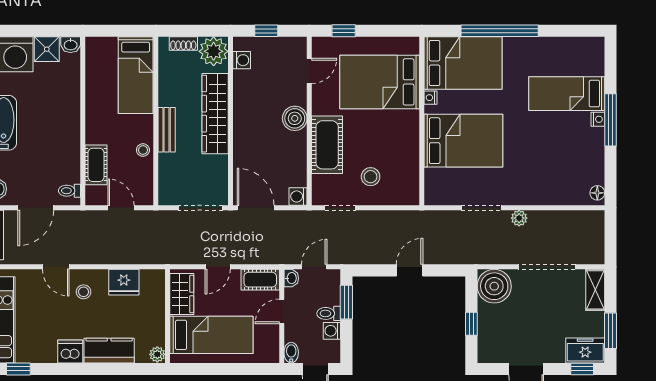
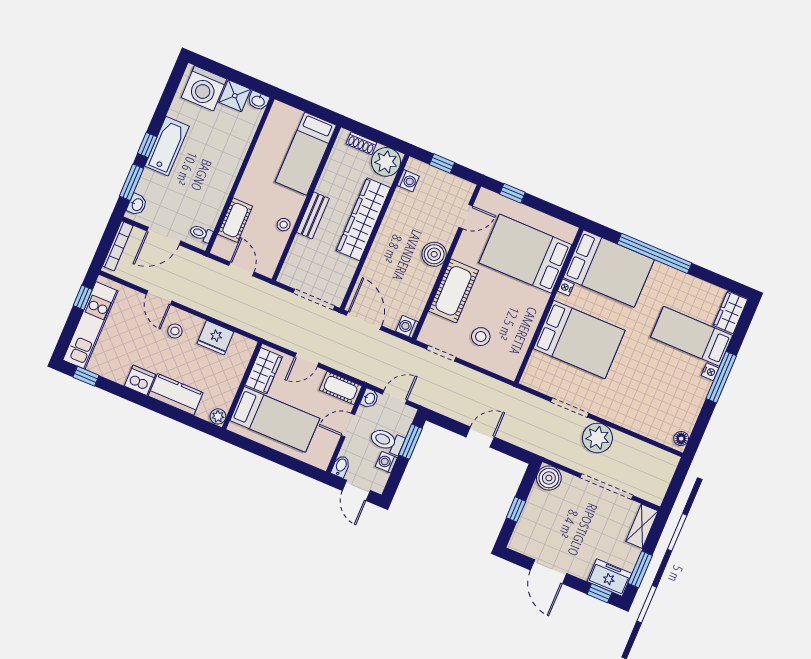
wardrobe: (594, 56) -> (730, 312), added
plant: (519, 218) -> (597, 438), width x1.88, depth x1.88
boiler: (494, 286) -> (549, 478), width x0.73, depth x0.73
toilet: (329, 313) -> (387, 441), width x1.37, depth x1.39

